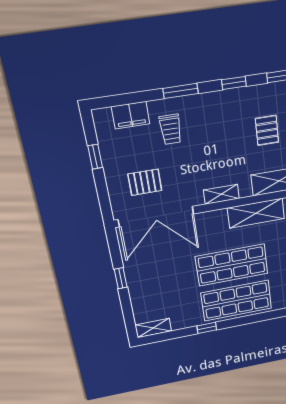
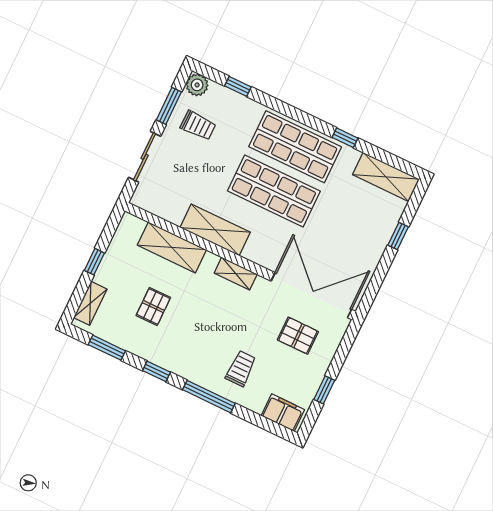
window: (181, 91) -> (209, 397), width x1.44
filing cabinet: (131, 115) -> (283, 413), moved
window: (121, 278) -> (398, 236), moved
shelving: (153, 328) -> (386, 177), width x1.50, depth x1.33

